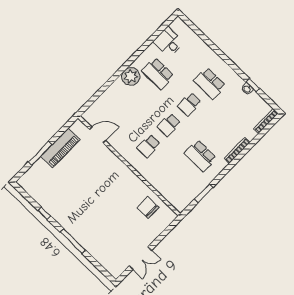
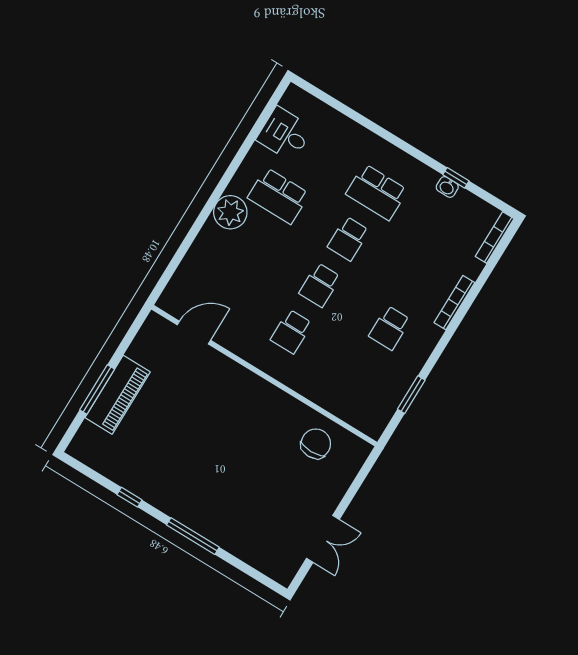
piano: (60, 148) -> (118, 395), moved
school desk: (200, 156) -> (390, 328), width x0.54
chair: (148, 207) -> (316, 444), turned 90

